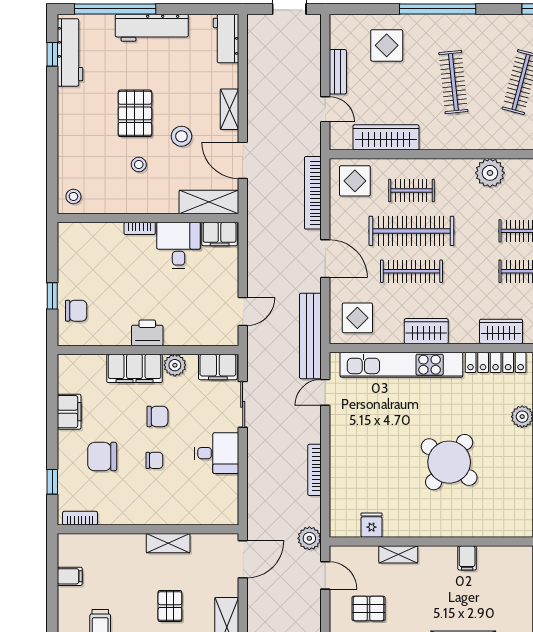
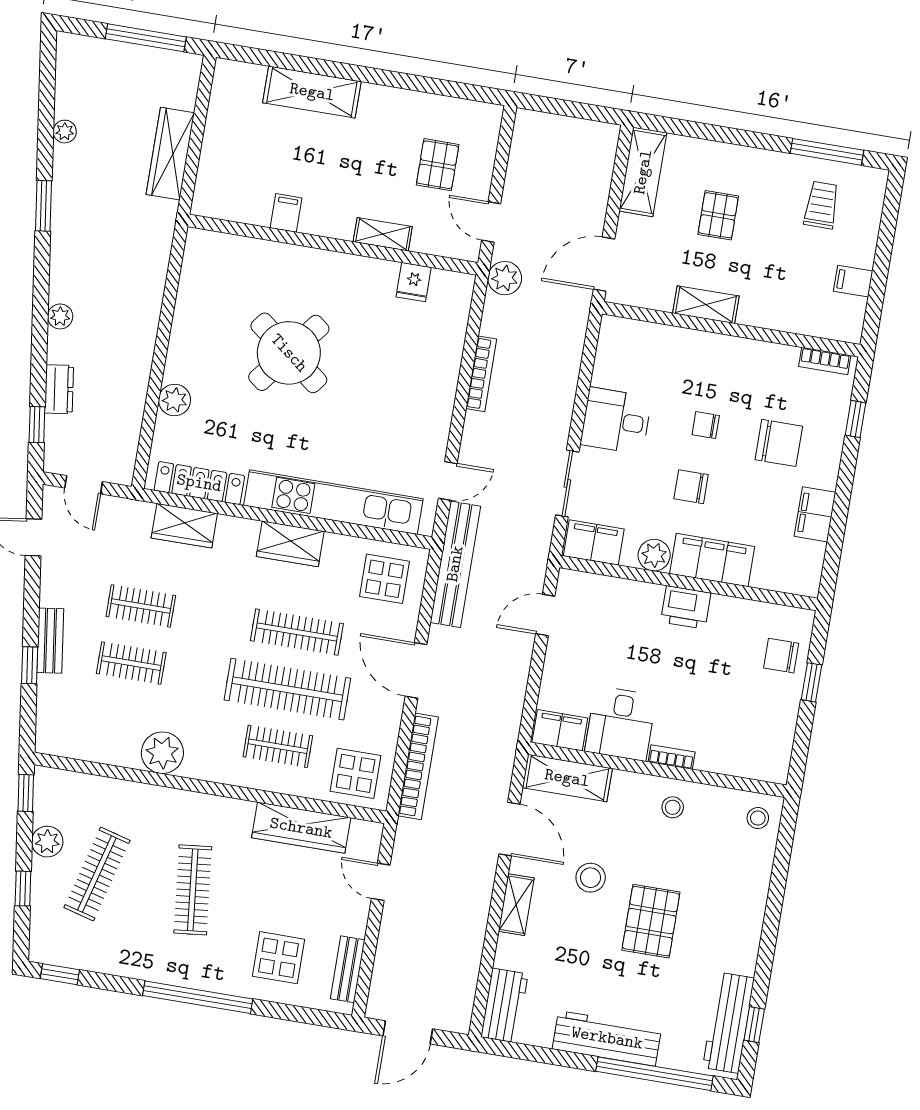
bench: (338, 72) -> (348, 969), moved
stool: (139, 165) -> (673, 807), moved
pallet: (369, 608) -> (438, 165), turned 90

